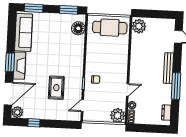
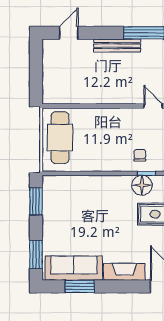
plant: (139, 26) -> (56, 93), removed
floor lamp: (78, 28) -> (142, 185), moved
window: (10, 62) -> (80, 286), moved

